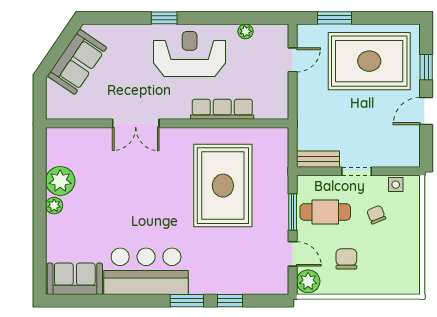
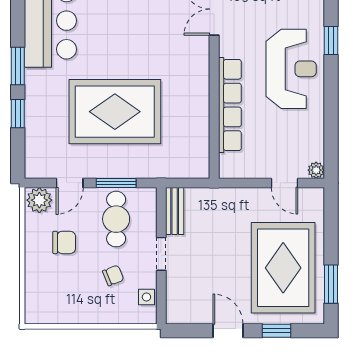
window: (335, 18) -> (331, 284), moved
plant: (246, 31) -> (316, 170), moved
row of seats: (222, 109) -> (230, 105), width x1.36
rug: (223, 186) -> (115, 112), moved

